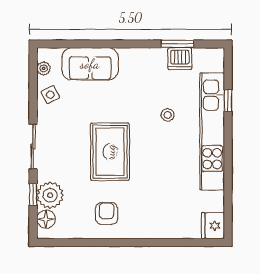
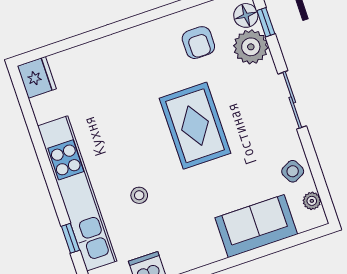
window: (33, 194) -> (266, 22), moved
armchair: (107, 213) -> (198, 43), moved

